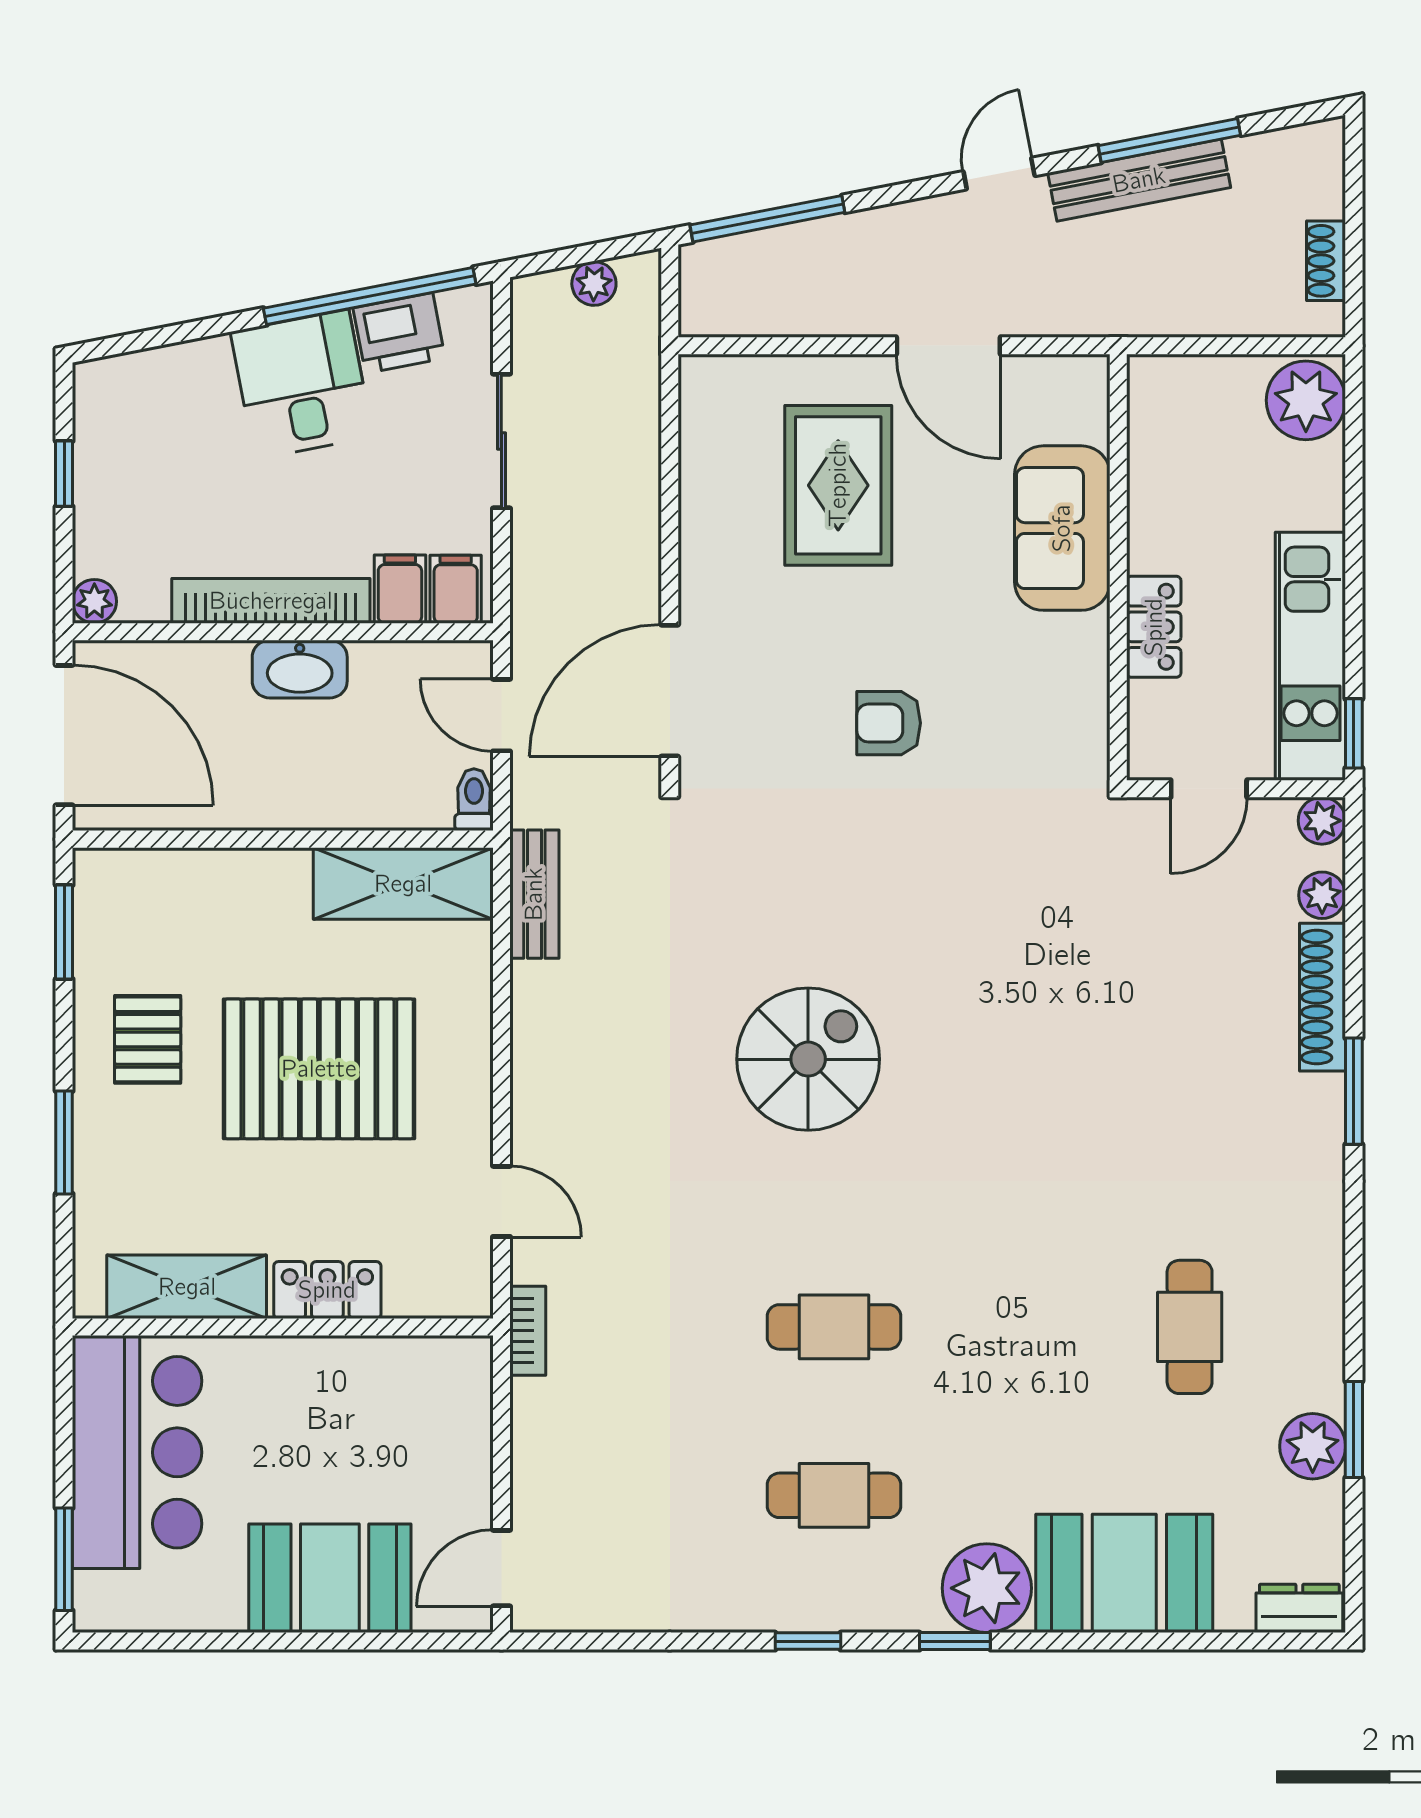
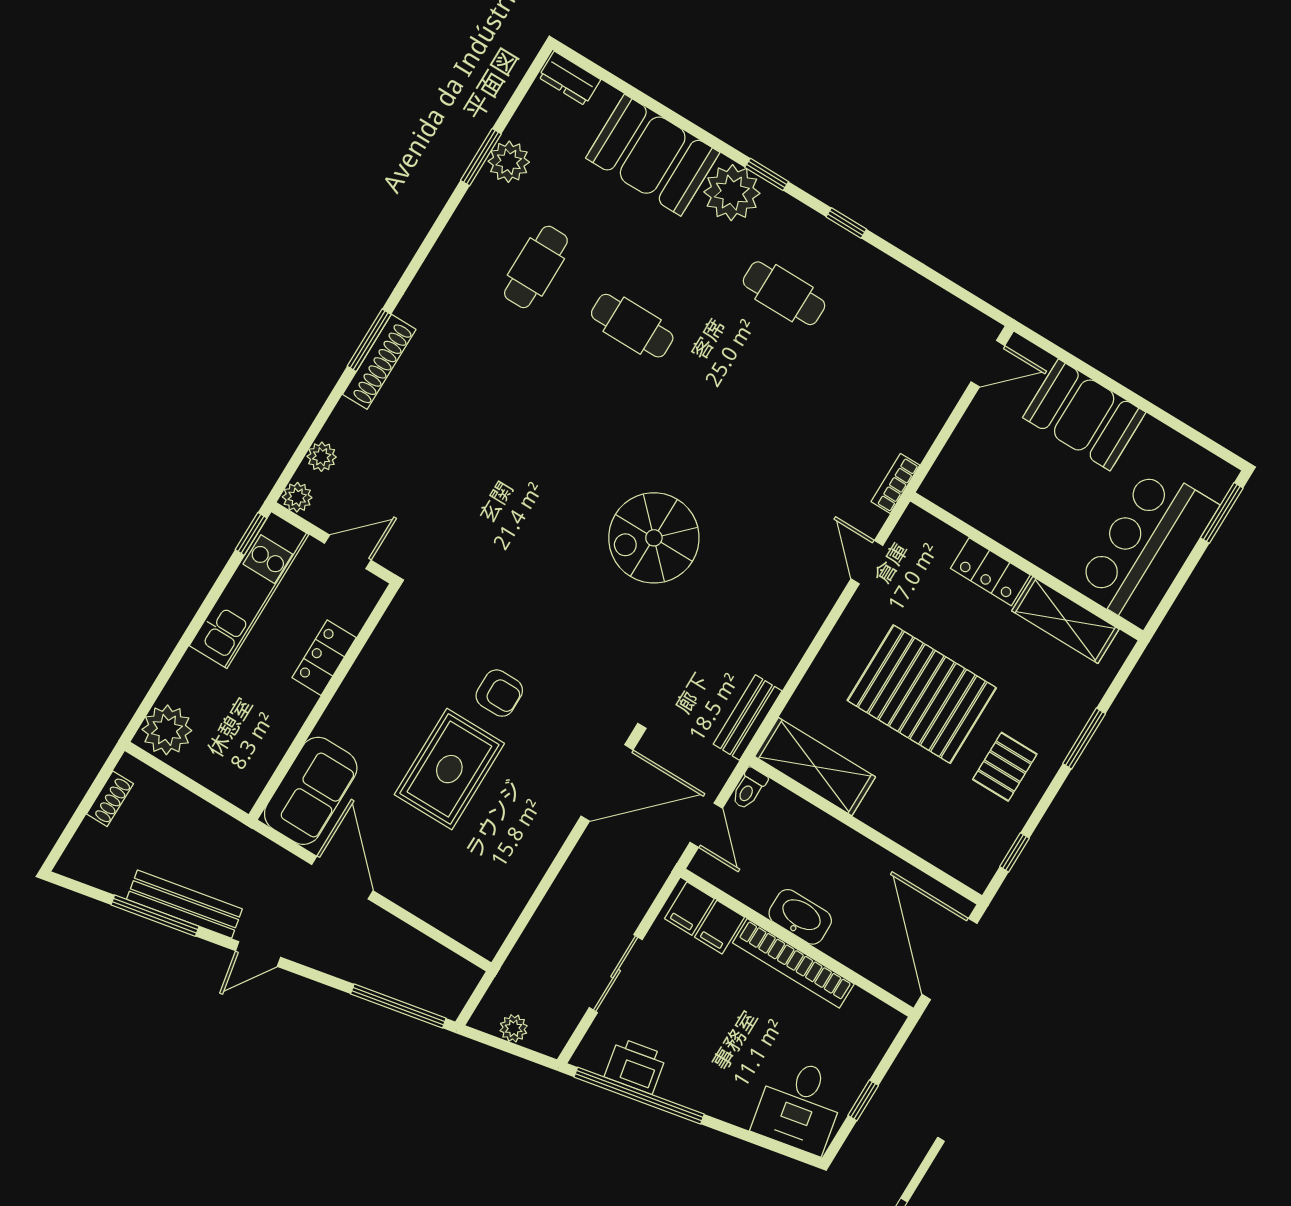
desk: (302, 384) -> (800, 1105), moved
rug: (838, 485) -> (449, 769), moved
sofa: (1062, 528) -> (311, 791), moved
plant: (94, 601) -> (889, 1021), removed
window: (64, 932) -> (1015, 852), width x0.67
shoe rack: (1323, 997) -> (379, 362), moved
cafe table: (834, 1327) -> (632, 326), moved

